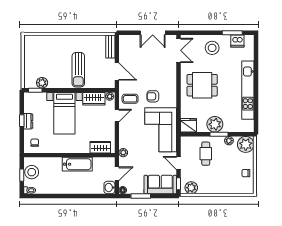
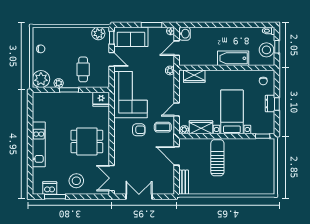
plant: (42, 83) -> (256, 144), removed
kitchen unit: (248, 90) -> (39, 144), width x0.73
plant: (215, 124) -> (73, 100), removed
bathtub: (77, 164) -> (233, 58), moved

